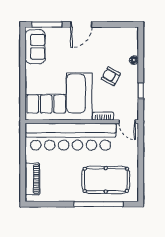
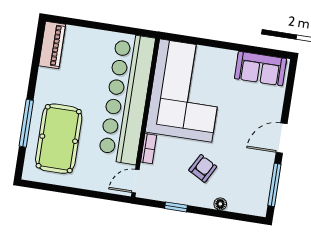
window: (47, 24) -> (274, 185), moved
door: (81, 24) -> (282, 138), hinge flipped
piano: (32, 179) -> (52, 45), moved, turned -90
window: (99, 204) -> (26, 123), width x0.68

